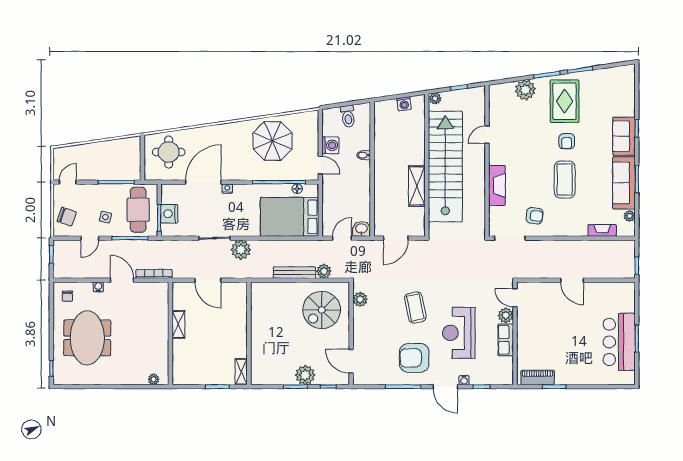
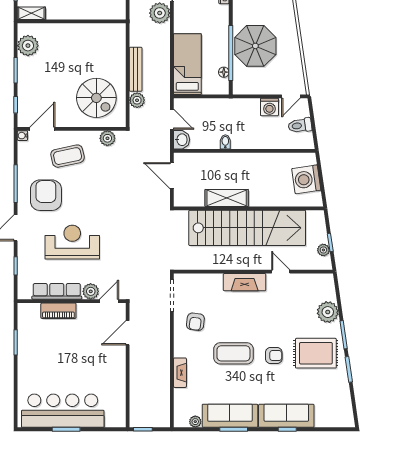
plant: (435, 99) -> (323, 250), moved
washing machine: (404, 104) -> (306, 179), width x1.89, depth x1.89
sofa: (624, 136) -> (286, 416), width x1.36
parasol: (273, 141) -> (255, 46), moved
armchair: (567, 141) -> (274, 356), turned 180
bidet: (364, 155) -> (225, 142), moved
door: (320, 165) -> (291, 96), moved
fireplace: (497, 185) -> (245, 282), moved
bed: (290, 217) -> (187, 64), width x0.67
fireplace: (602, 230) -> (180, 373), moved
door: (572, 280) -> (128, 333), moved
coffee table: (415, 308) -> (68, 156), moved
spiral stairs: (322, 310) -> (96, 98), turned 180
row of seats: (506, 340) -> (57, 291), width x1.48
bar counter: (619, 342) -> (63, 411), width x1.36
plant: (305, 375) -> (28, 46), moved
piano: (538, 378) -> (58, 311), moved, turned 90
water cooler: (464, 380) -> (22, 136), moved

